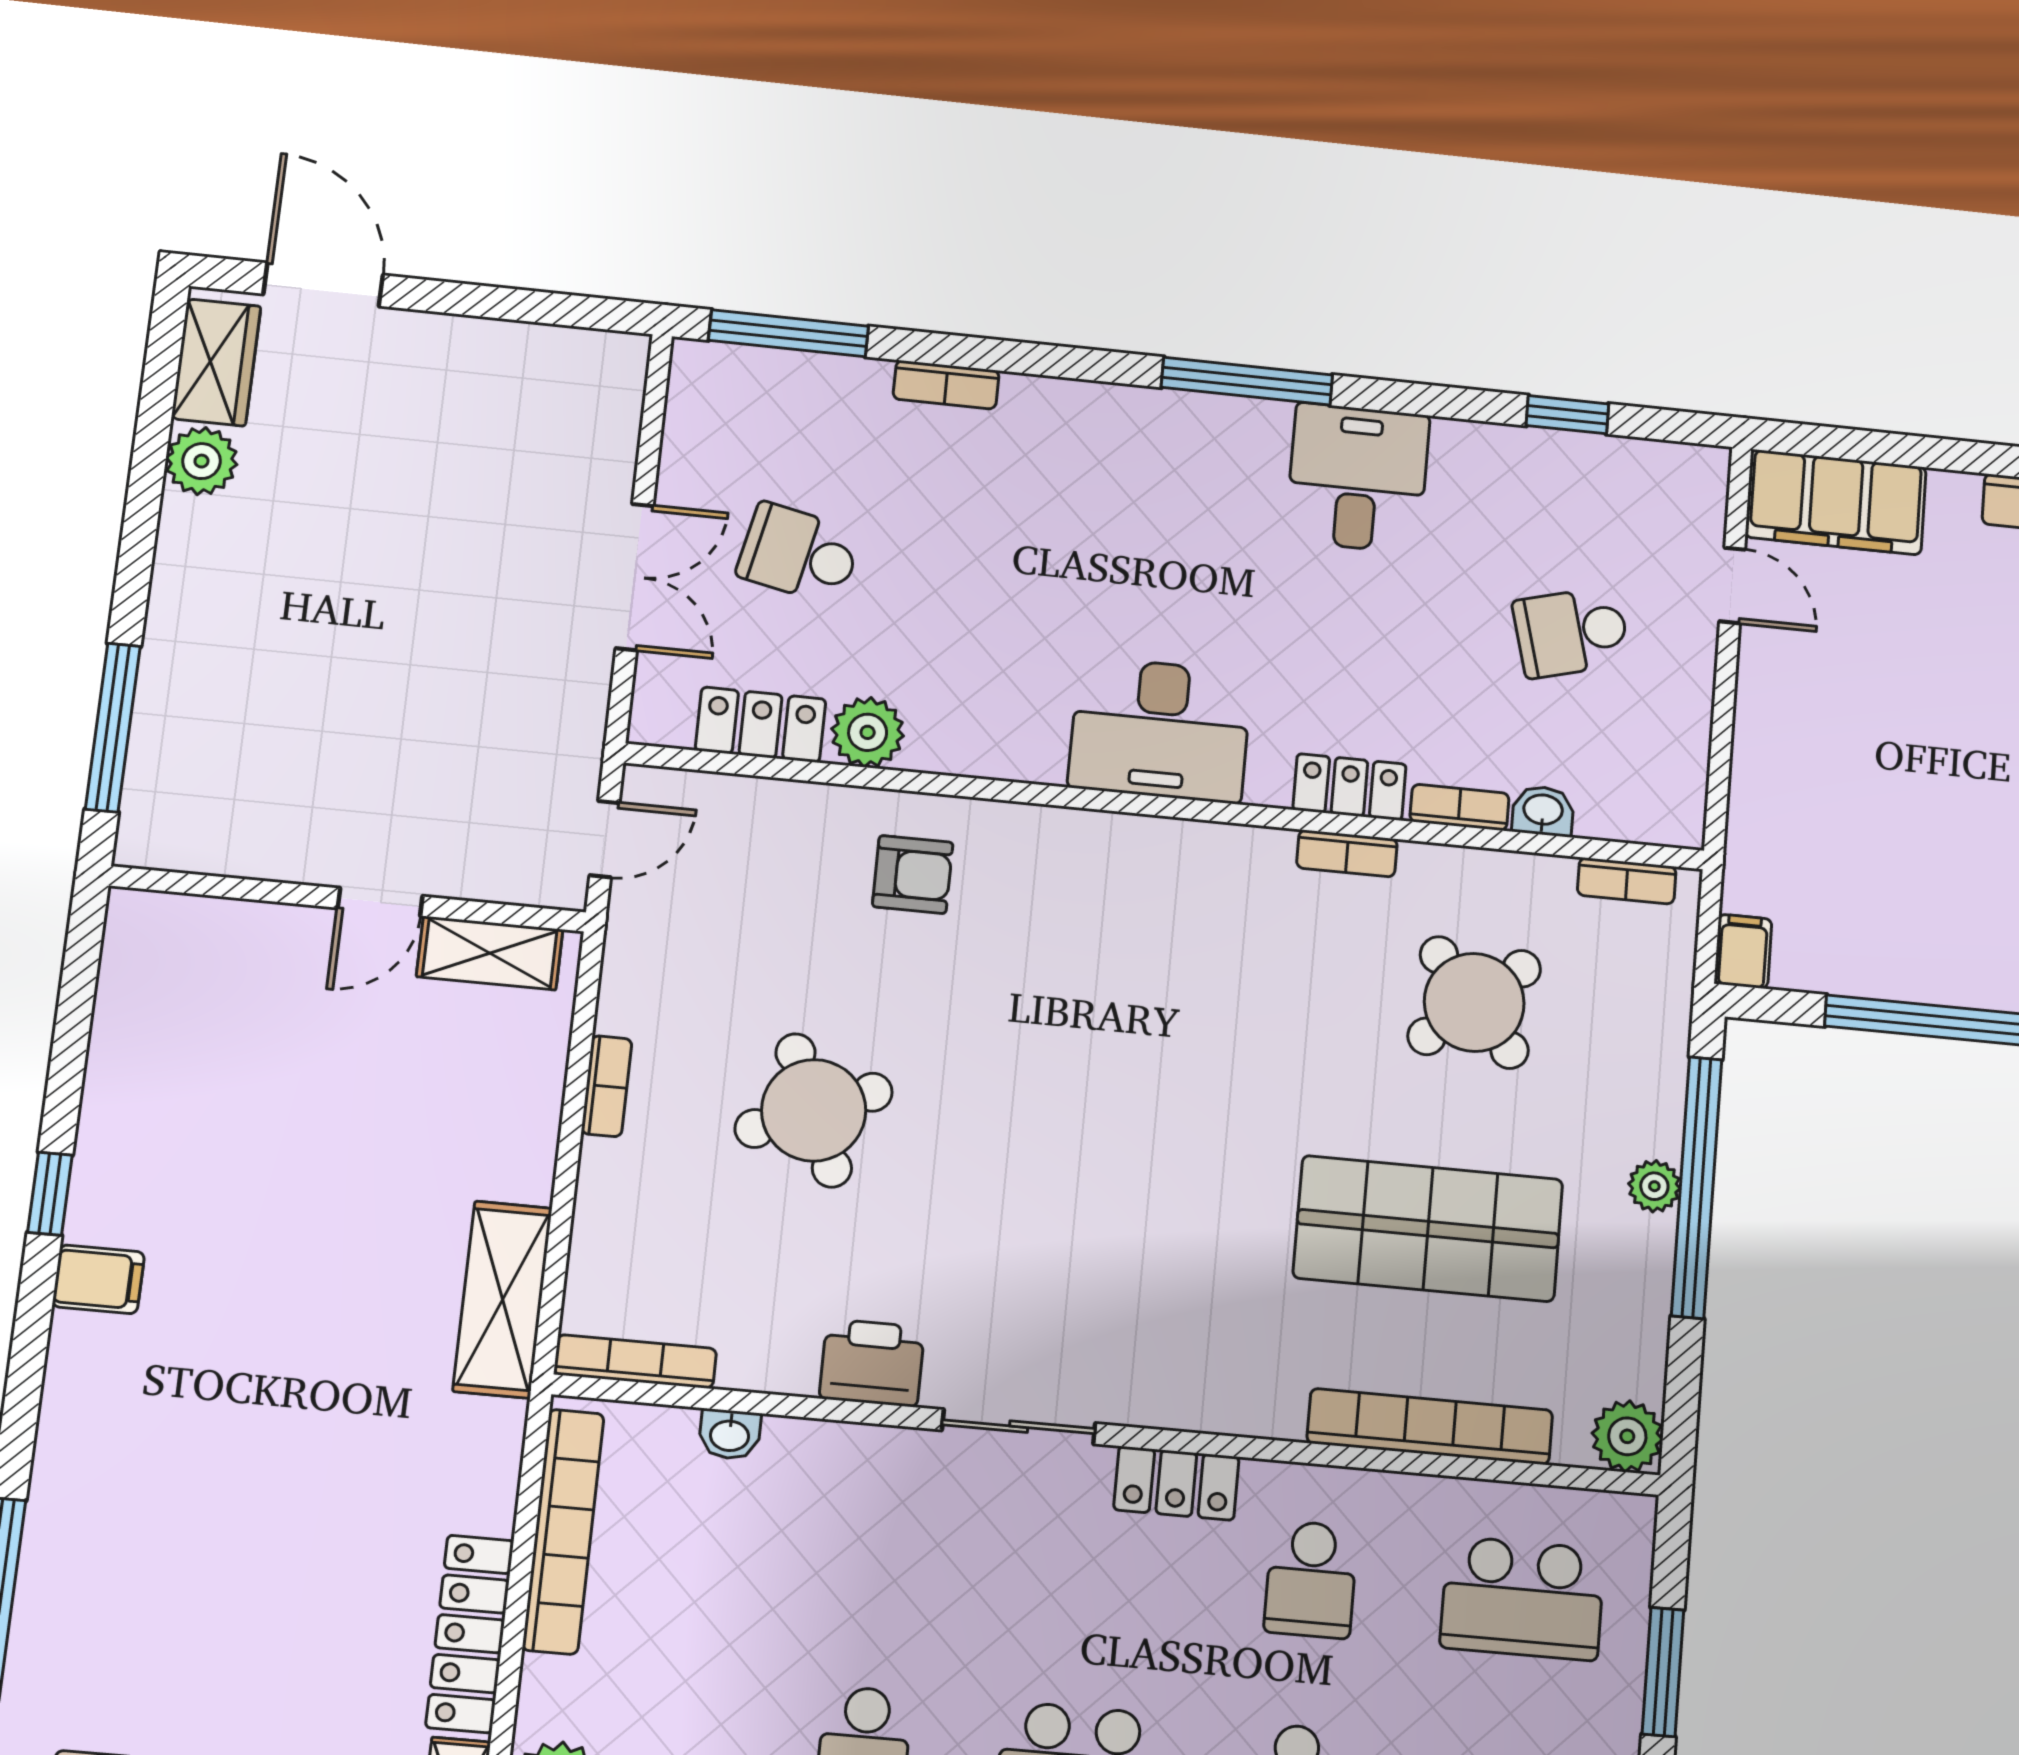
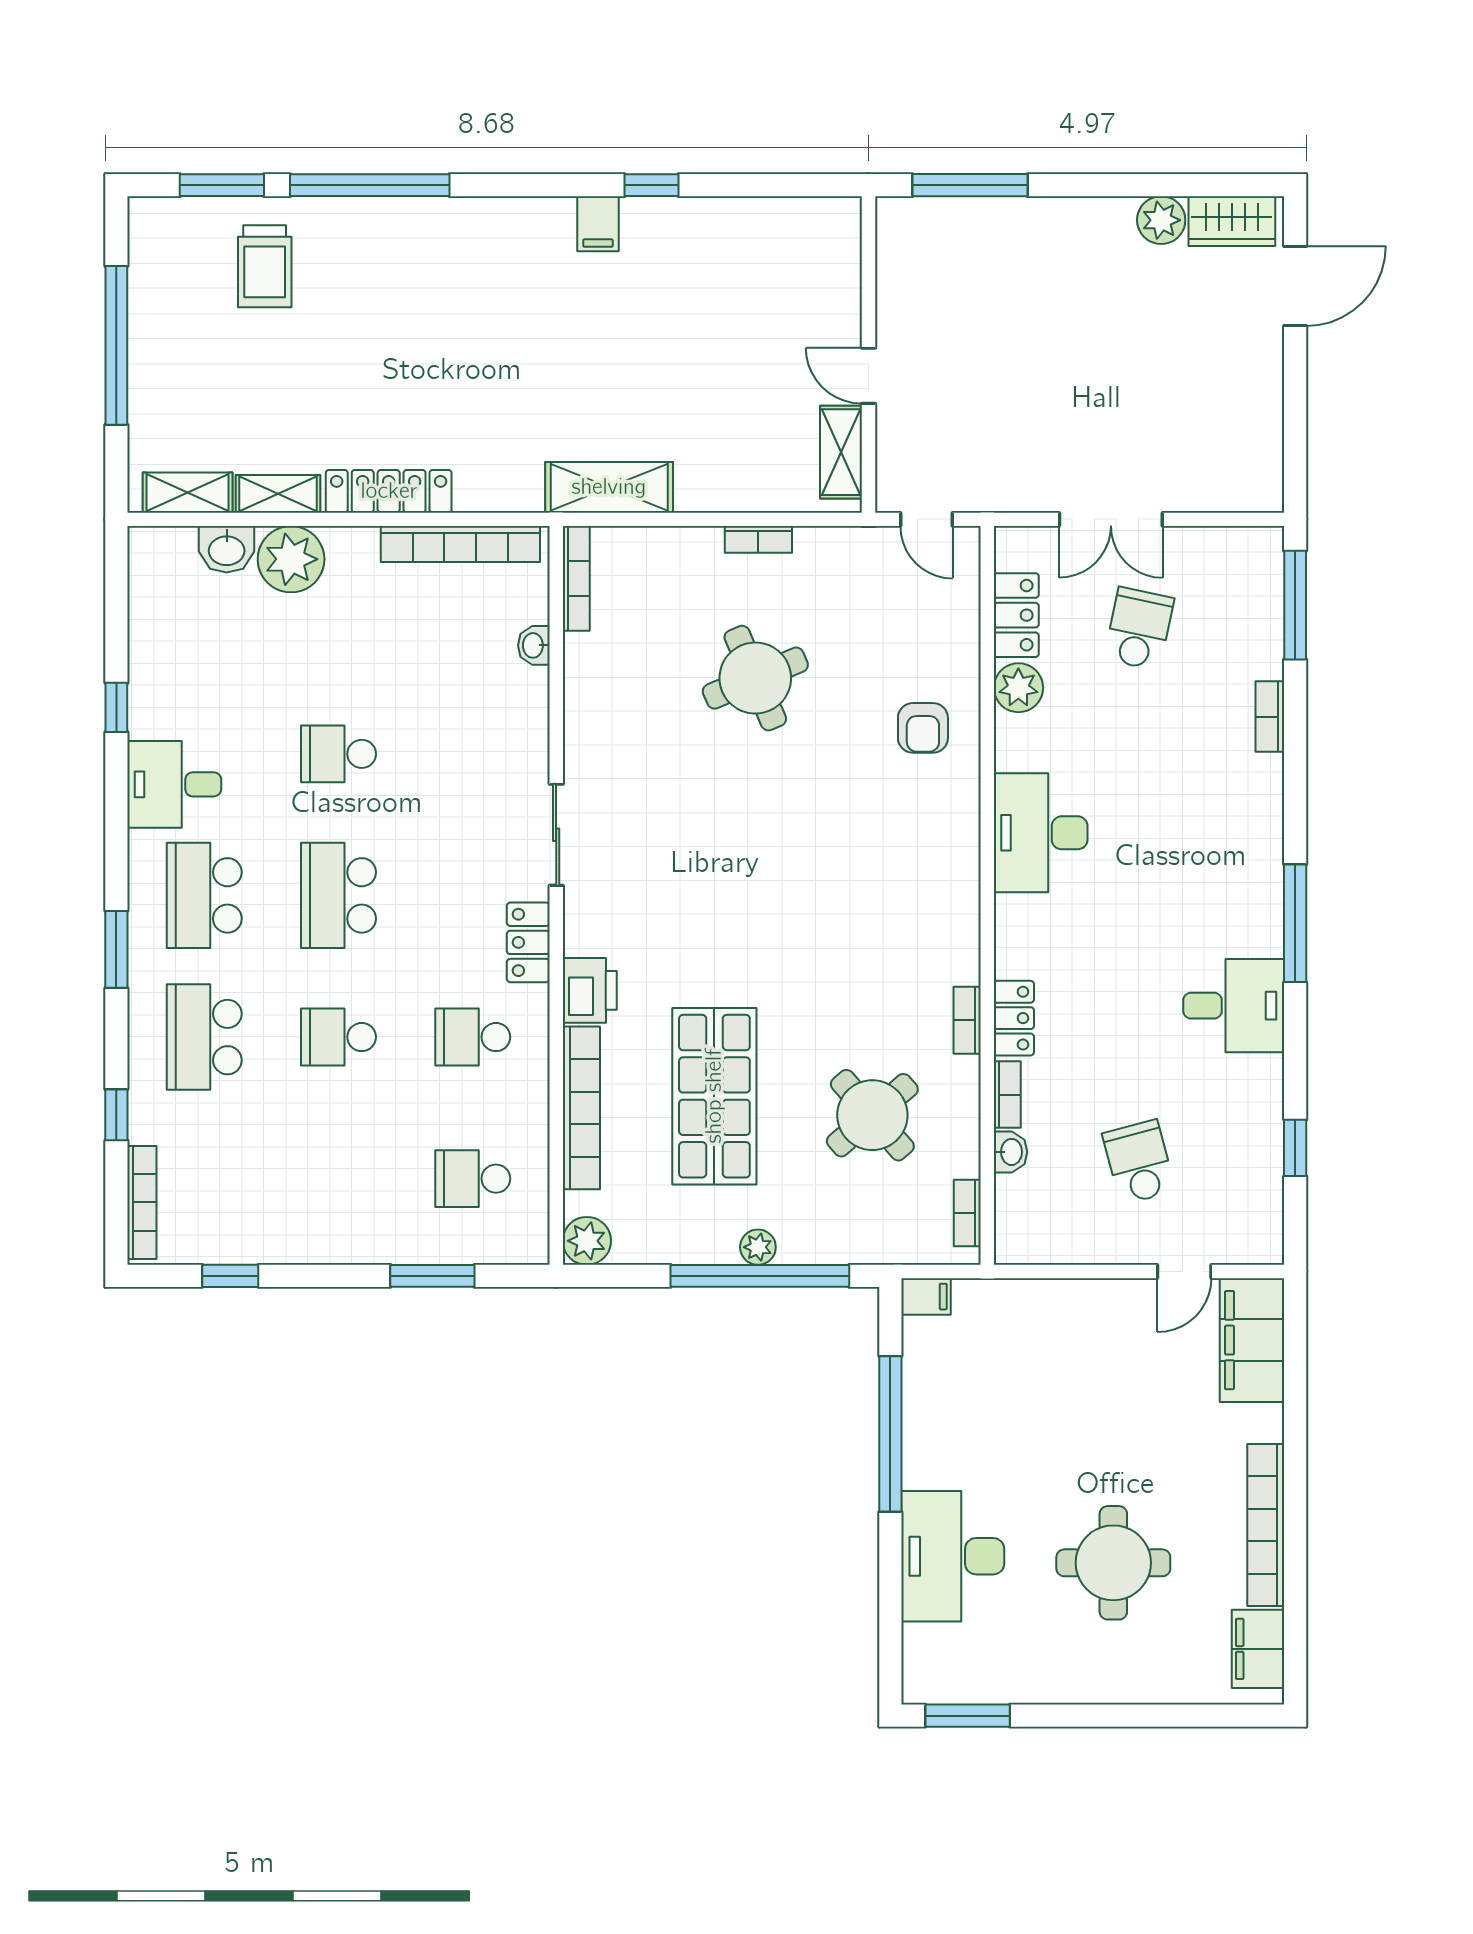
desk: (1160, 730) -> (1041, 833), moved
printer: (872, 1363) -> (590, 990), moved
school desk: (1522, 1598) -> (473, 1179), width x0.54

